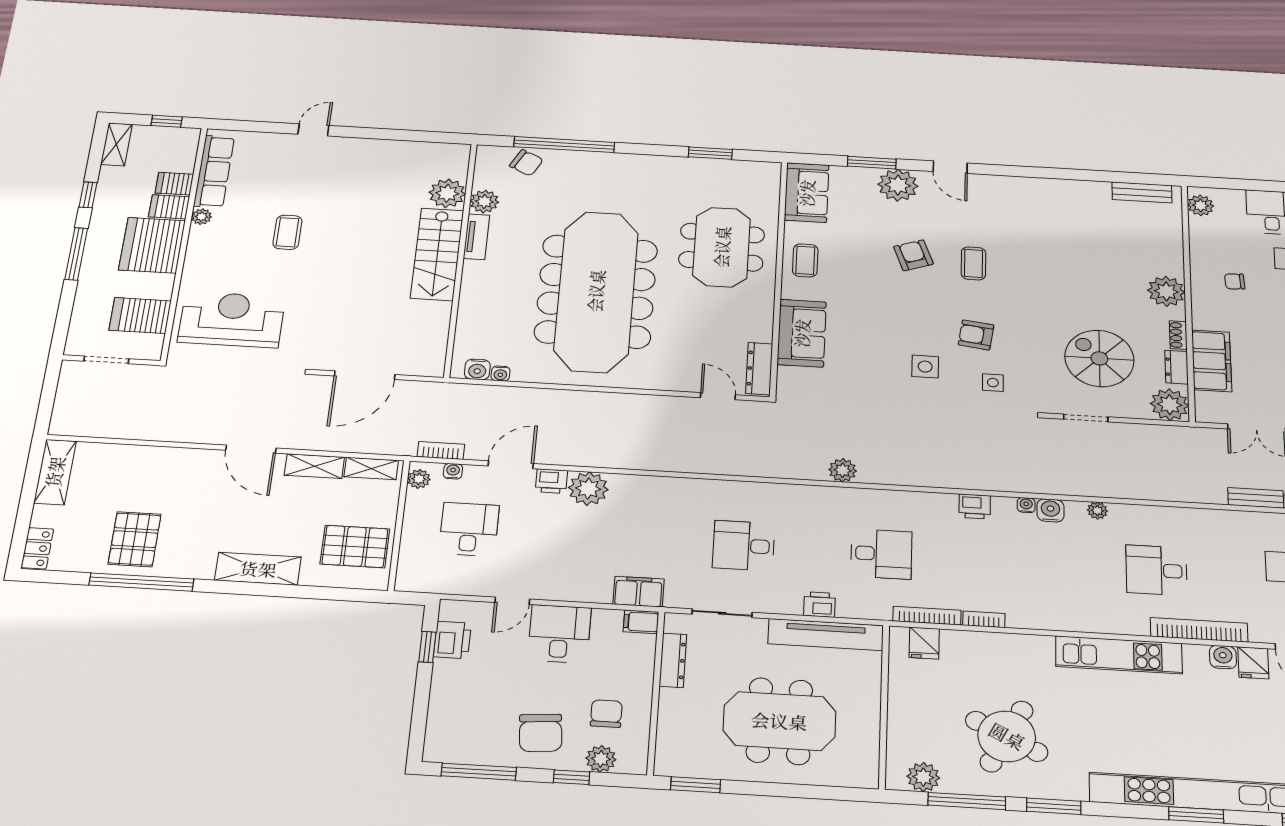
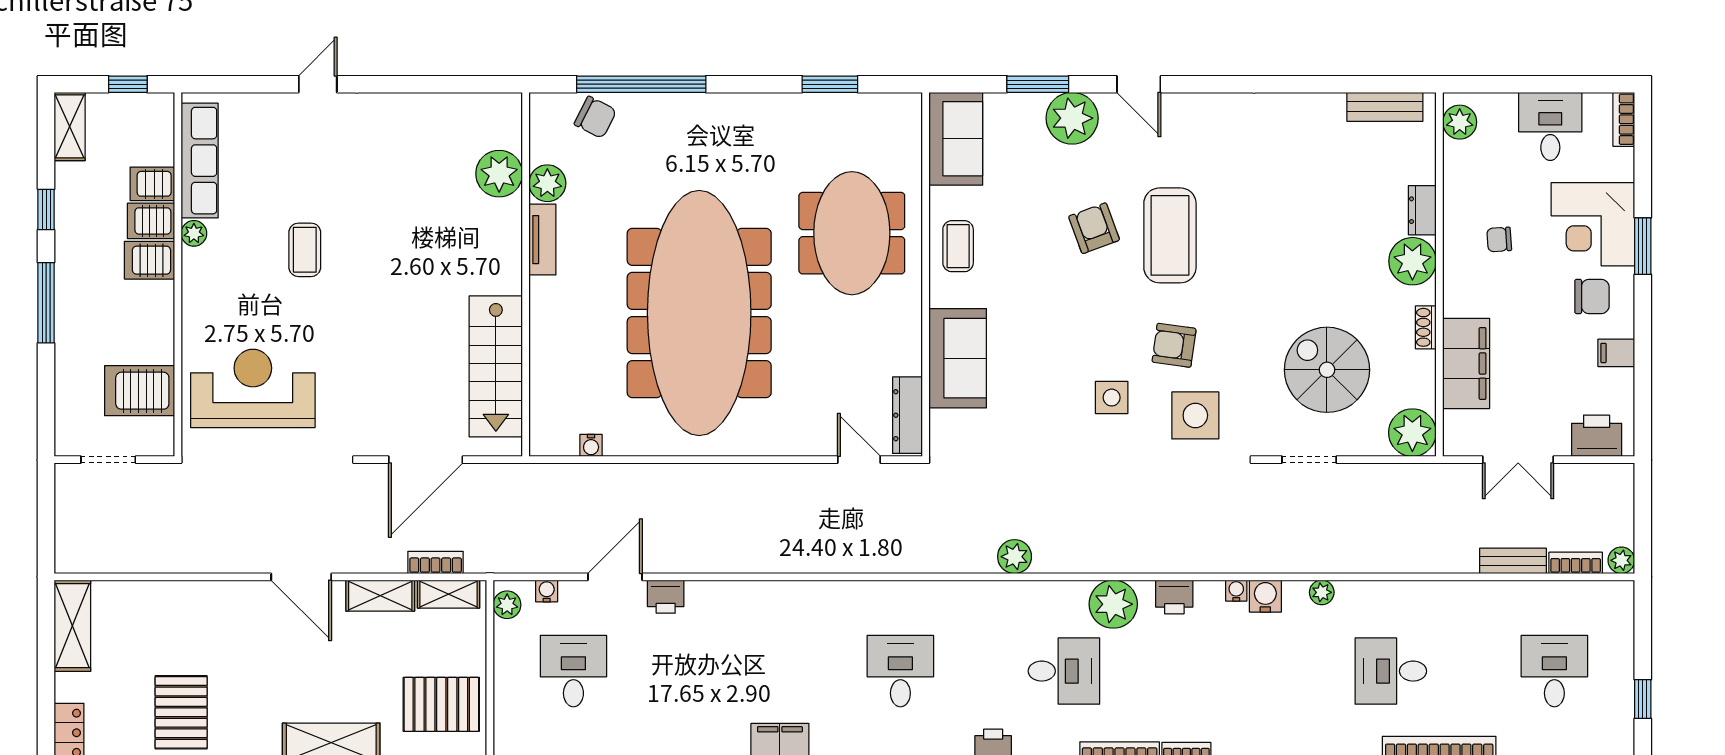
server rack: (152, 245) -> (149, 260), width x0.46, depth x0.70
stairs: (437, 254) -> (496, 366), moved
coffee table: (973, 263) -> (1170, 235), width x1.86, depth x1.72
dresser: (1177, 367) -> (1422, 210), moved
water cooler: (477, 369) -> (562, 441), removed
side table: (993, 383) -> (1195, 415), width x1.87, depth x1.87
bookcase: (441, 451) -> (436, 562), moved
plant: (588, 489) -> (1113, 604), moved
desk: (744, 546) -> (900, 671), turned 90

